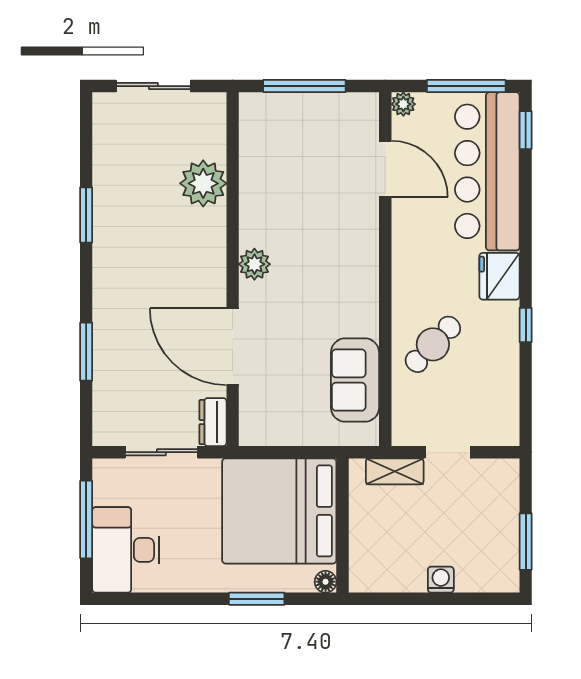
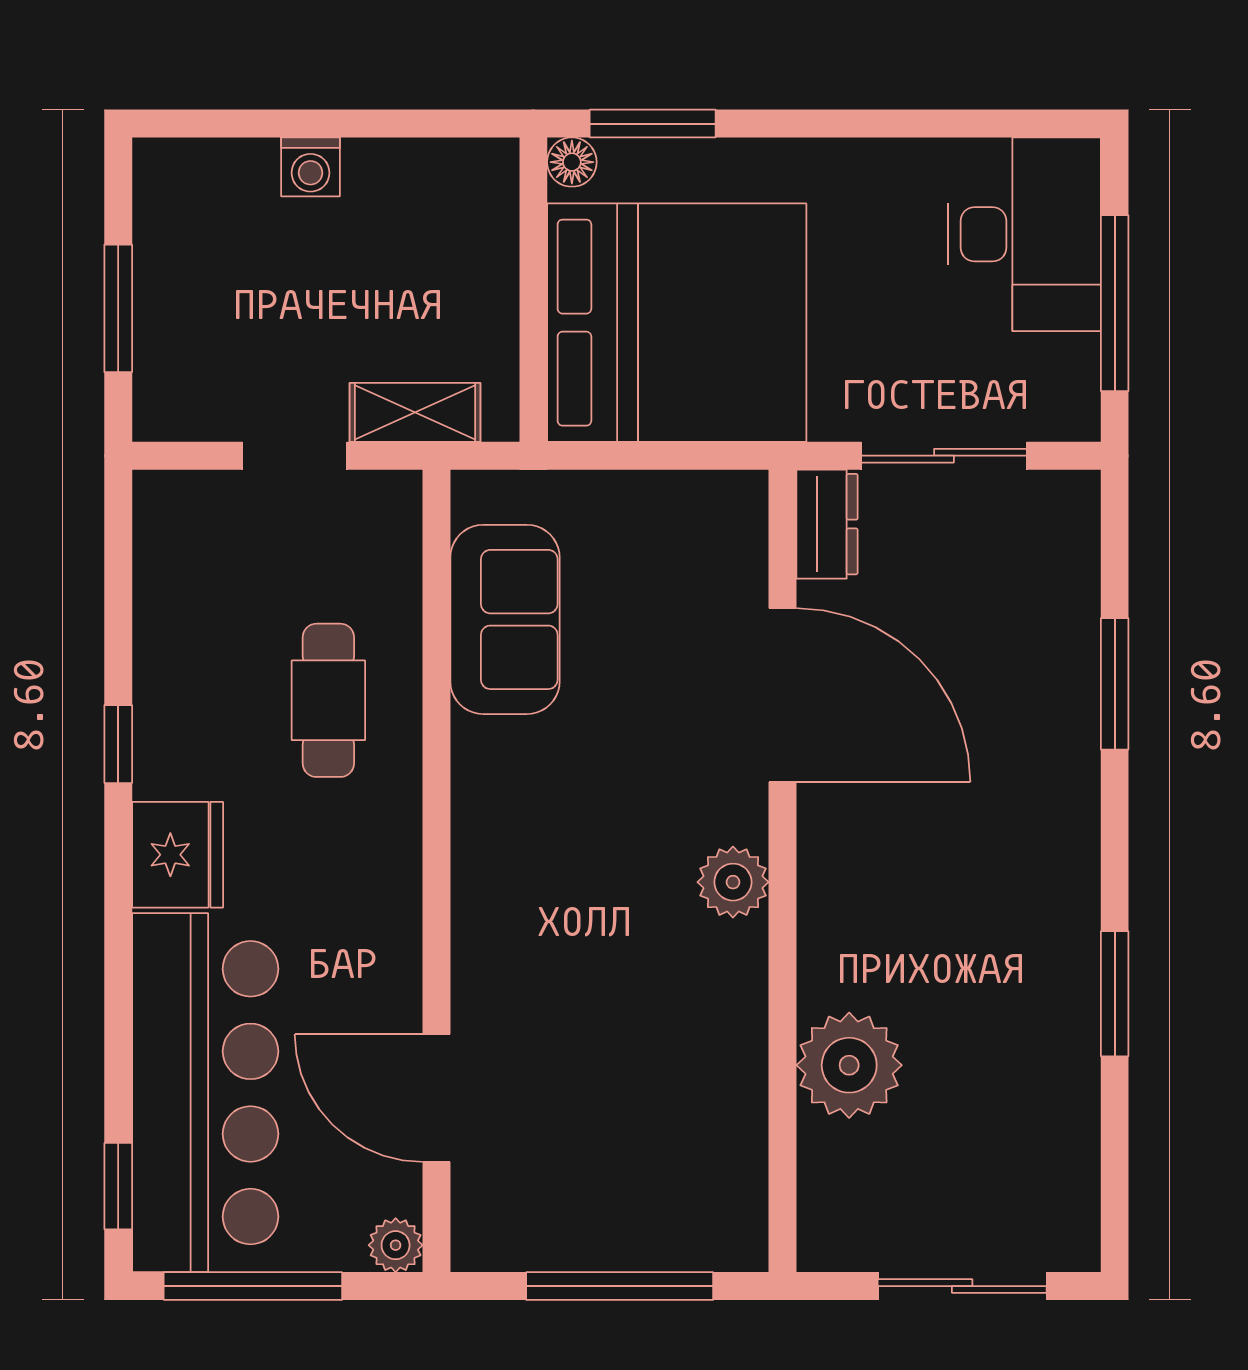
cafe table: (433, 344) -> (328, 700), turned -44
window: (526, 542) -> (118, 308), moved
window: (257, 599) -> (653, 124), moved

